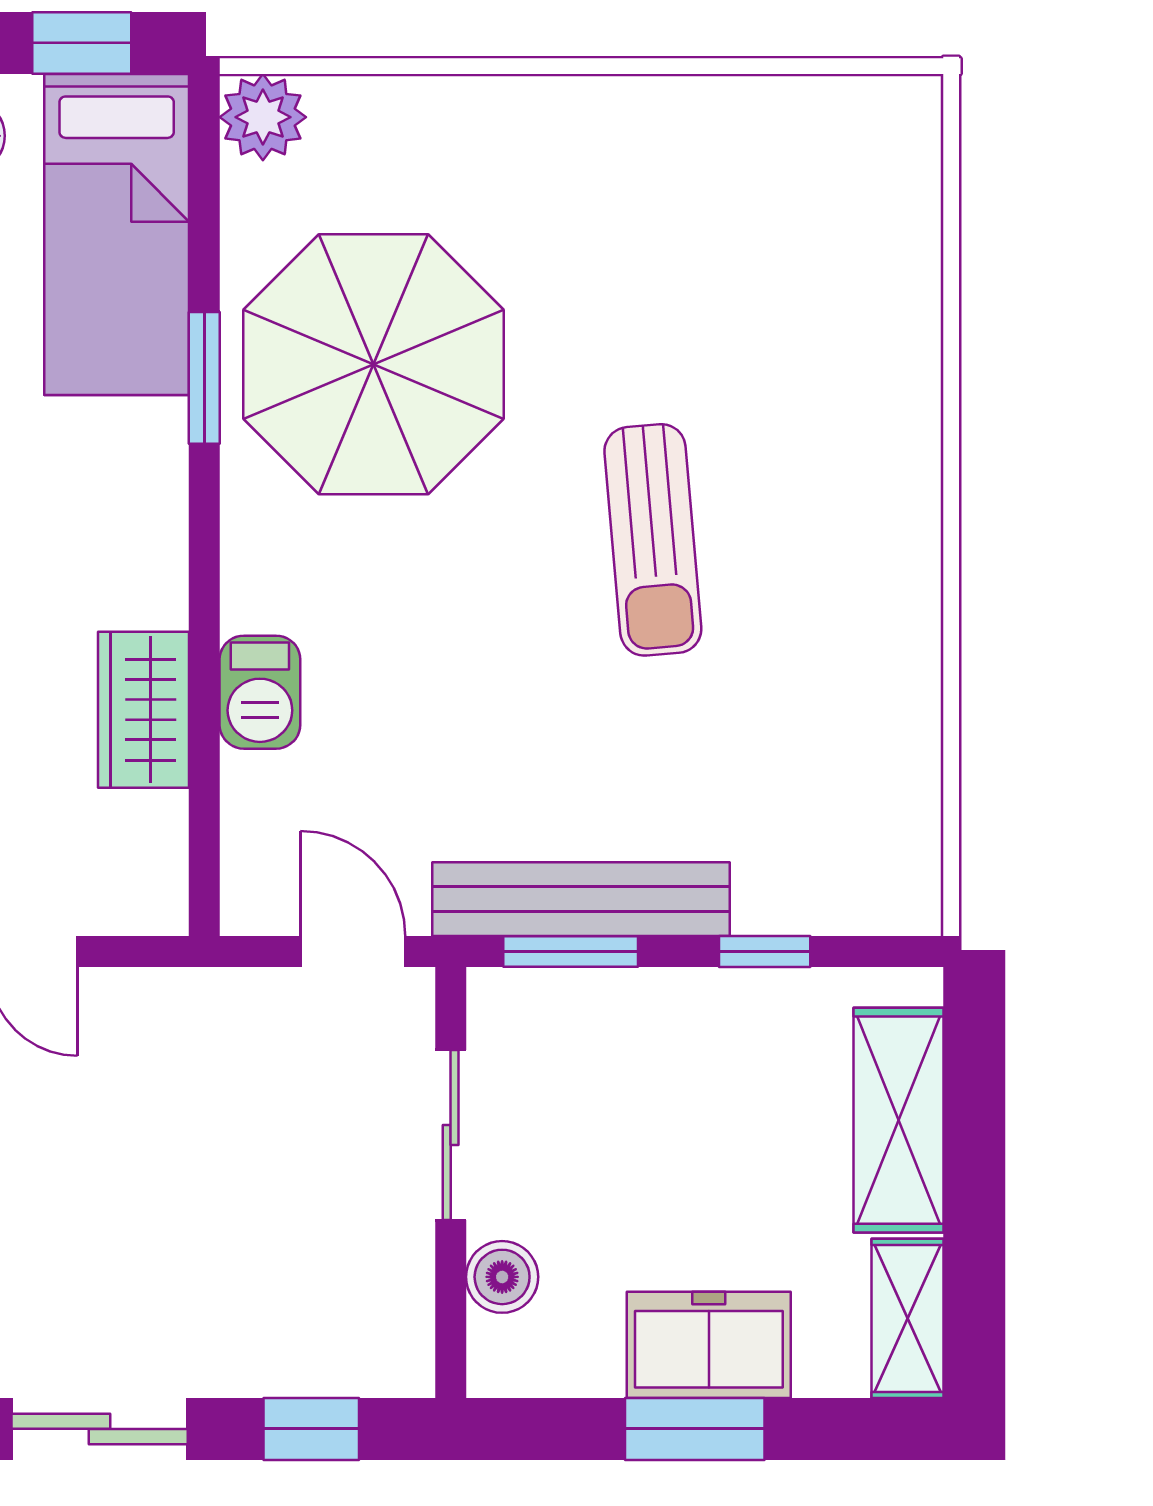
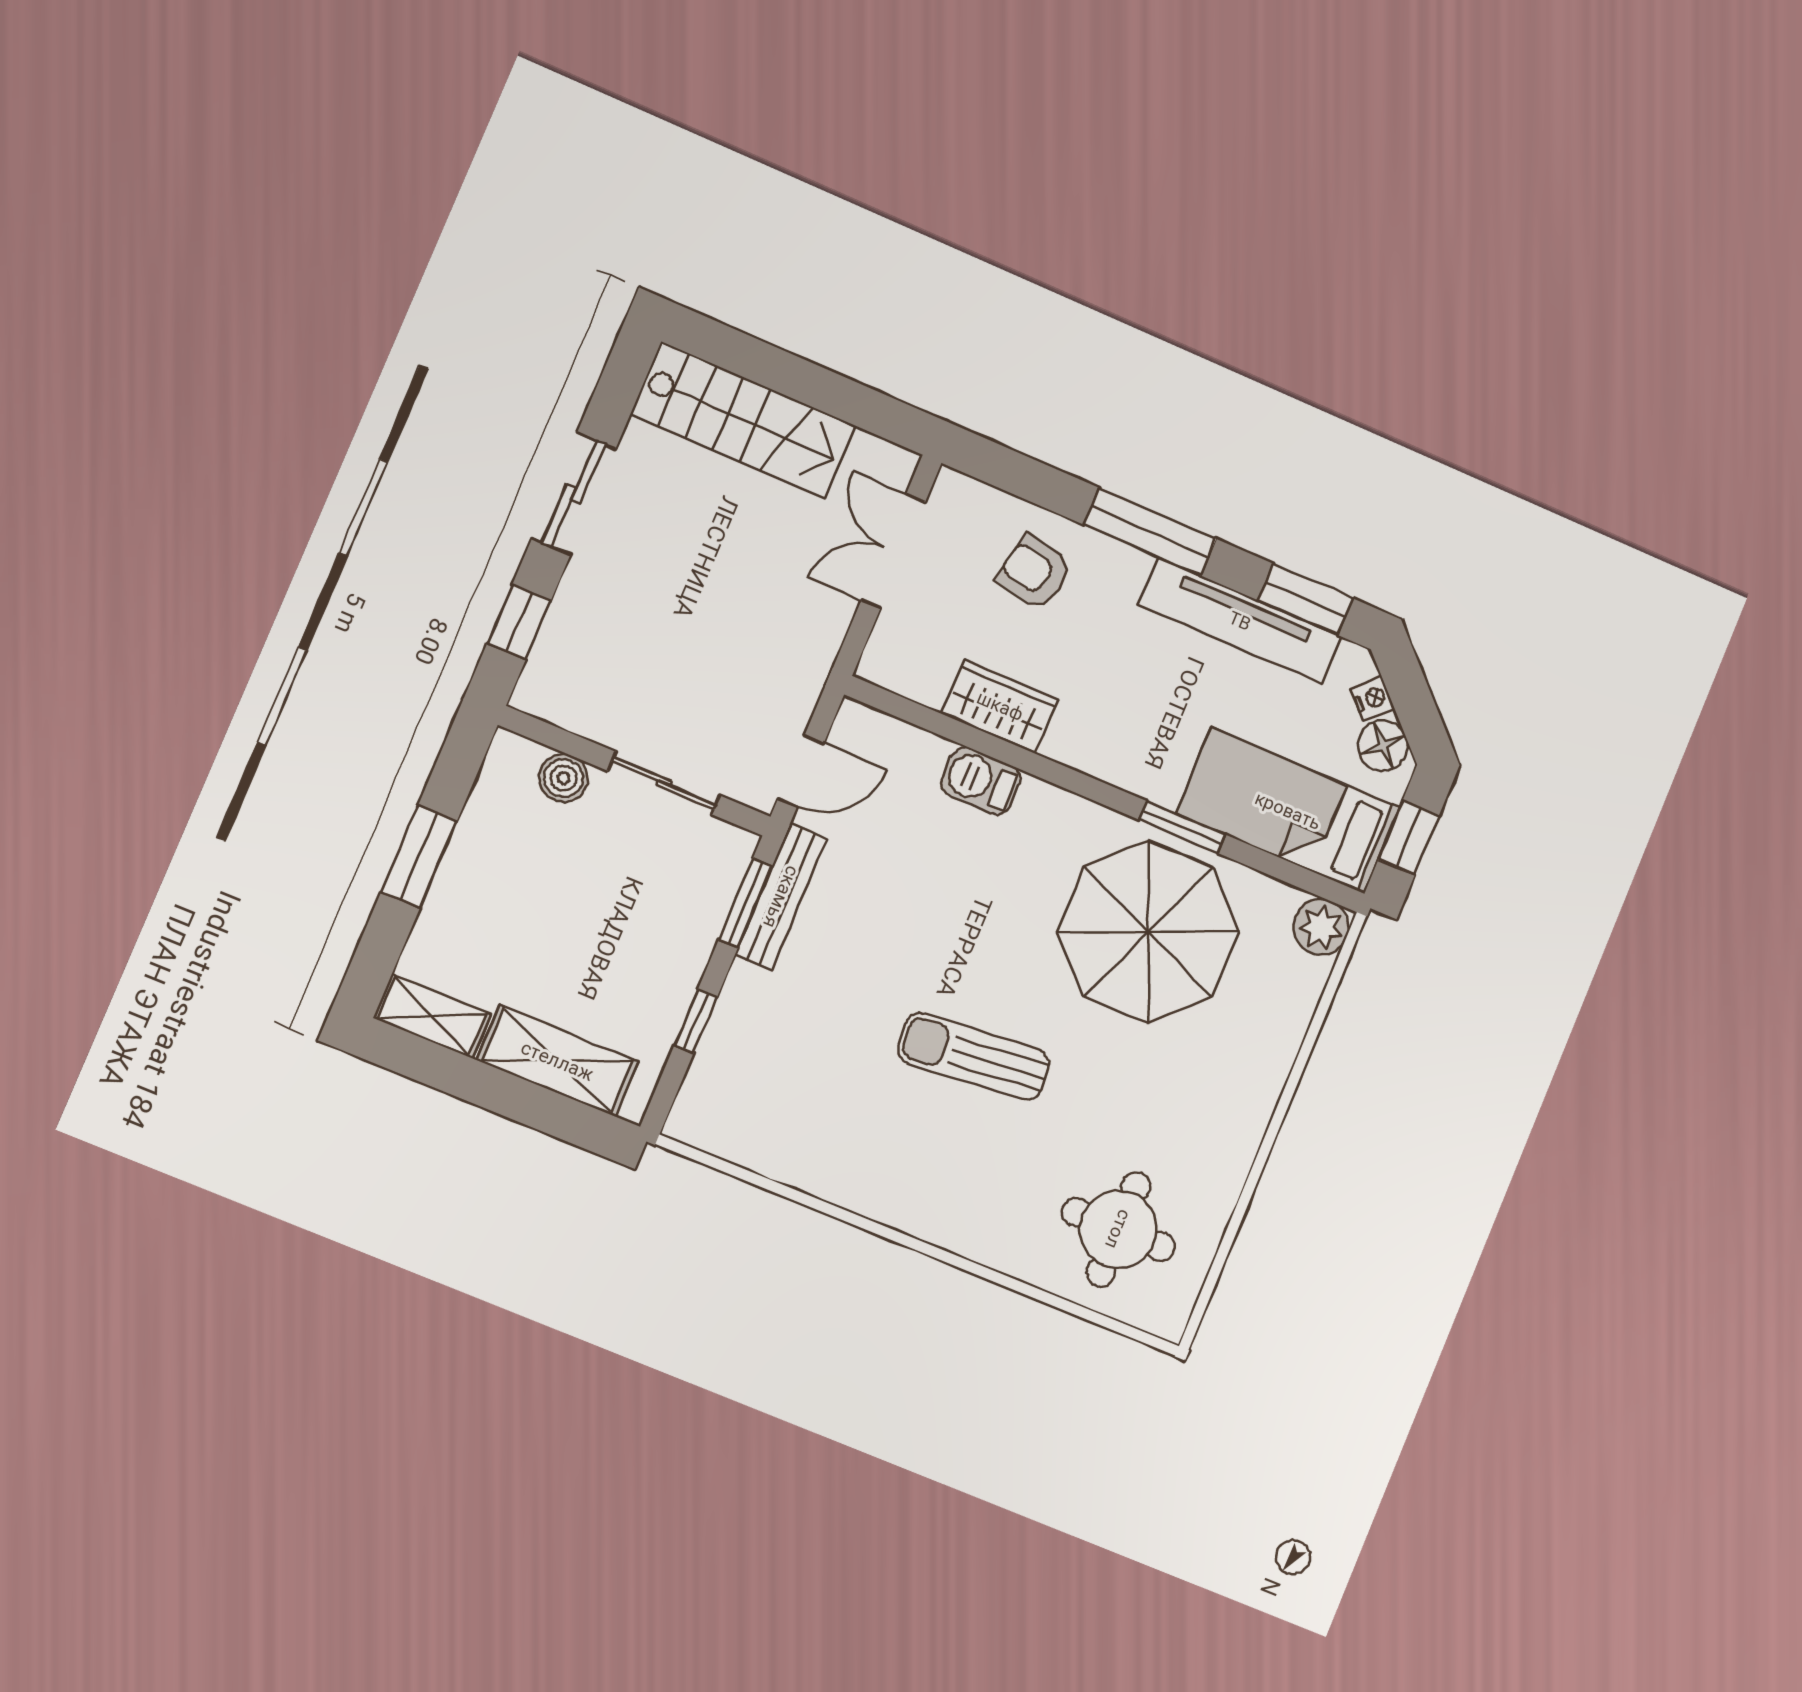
round table: (813, 231) -> (1118, 1229), added
bench: (581, 899) -> (781, 897), width x0.73, depth x0.82
freezer: (709, 1345) -> (468, 887), removed

